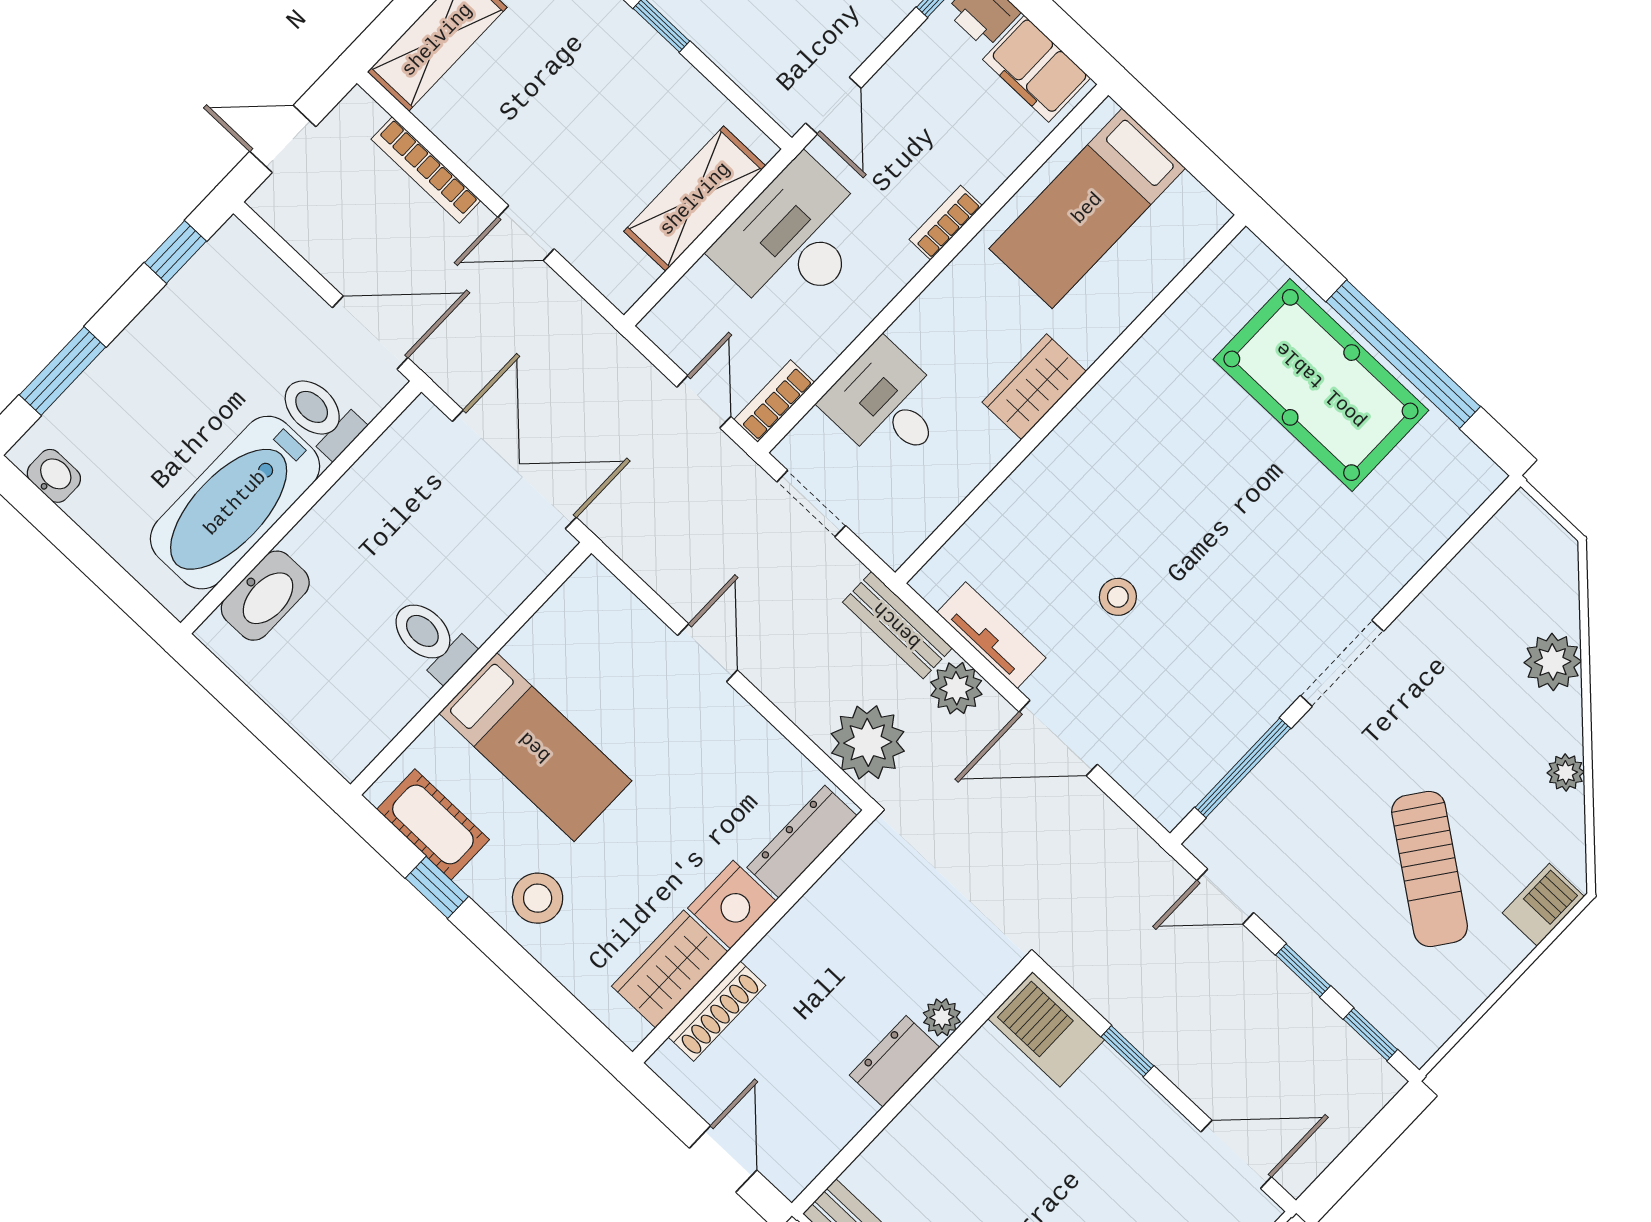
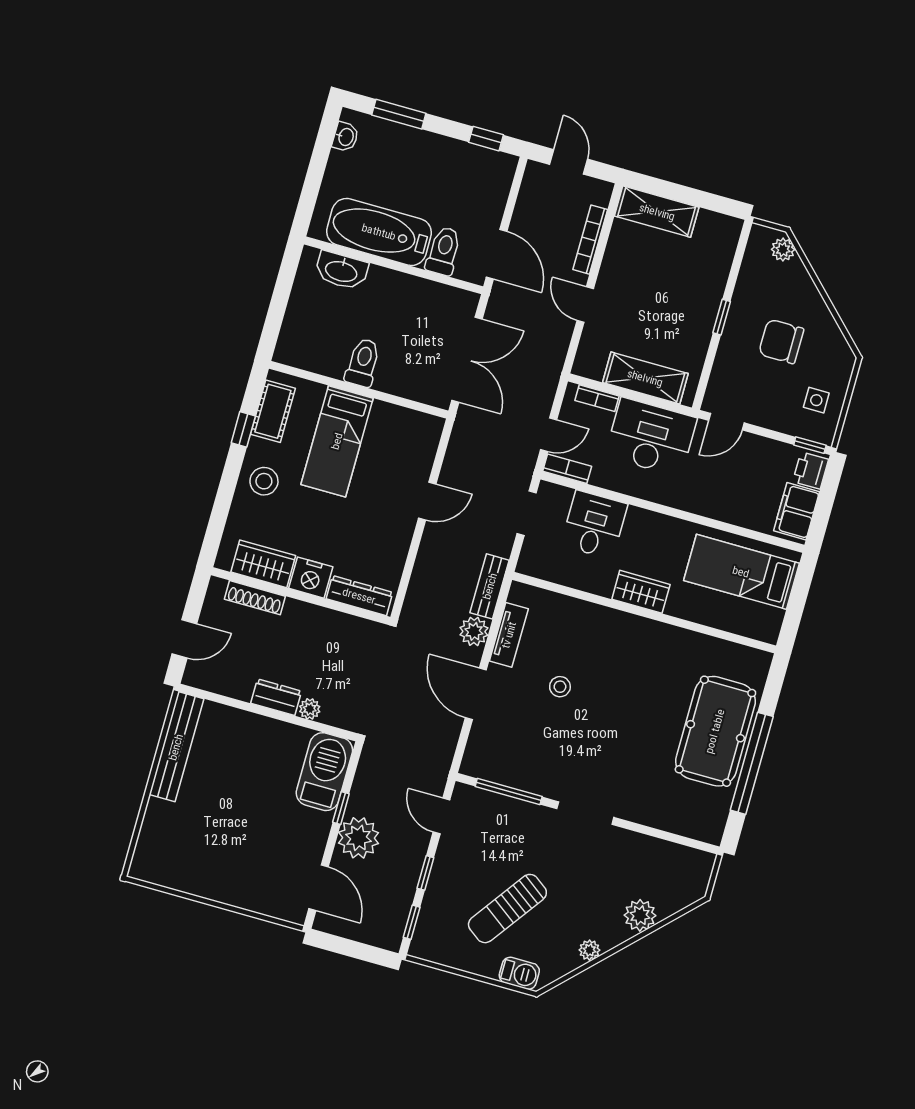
bookcase: (946, 223) -> (597, 398), moved, turned 180
plant: (868, 742) -> (358, 838), moved
barbecue: (1046, 1029) -> (324, 772), width x1.37, depth x1.21

